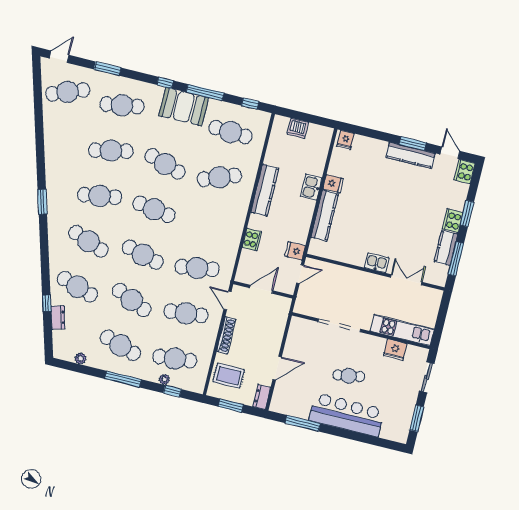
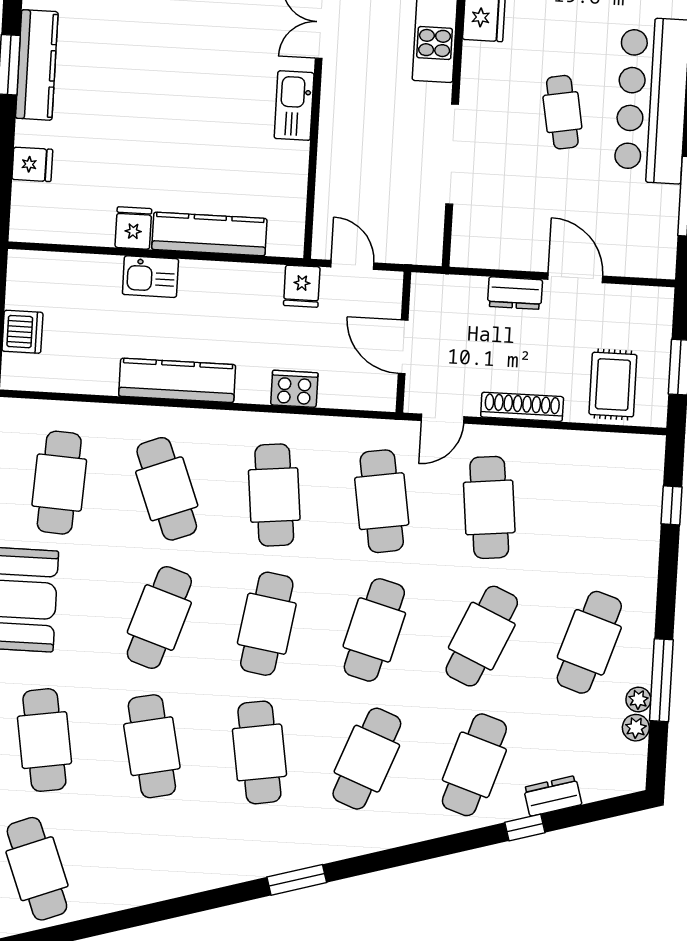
fridge: (345, 140) -> (32, 164), moved
kitchen sink: (377, 263) -> (294, 106), width x1.38
cafe table: (175, 359) -> (274, 495), moved
window: (123, 379) -> (661, 680), moved
plant: (164, 379) -> (638, 699), moved
dresser: (262, 397) -> (515, 293), moved

